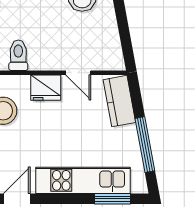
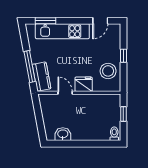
toilet: (18, 55) -> (99, 103), removed
window: (145, 145) -> (30, 66), moved

